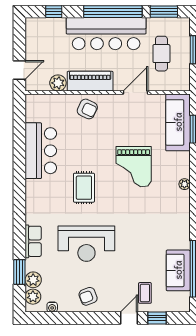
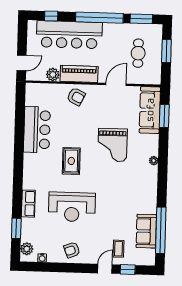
bar counter: (106, 34) -> (69, 35), moved
plant: (33, 280) -> (27, 235), removed

